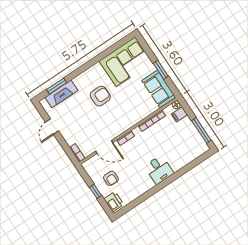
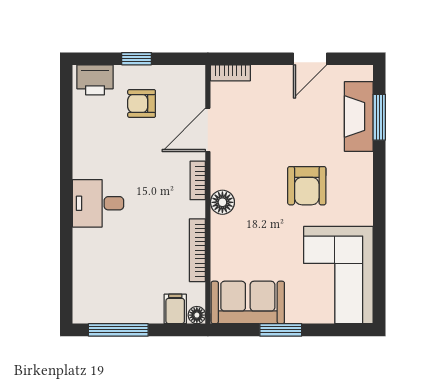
floor lamp: (128, 123) -> (222, 202), added
door: (52, 127) -> (310, 59), swing flipped

